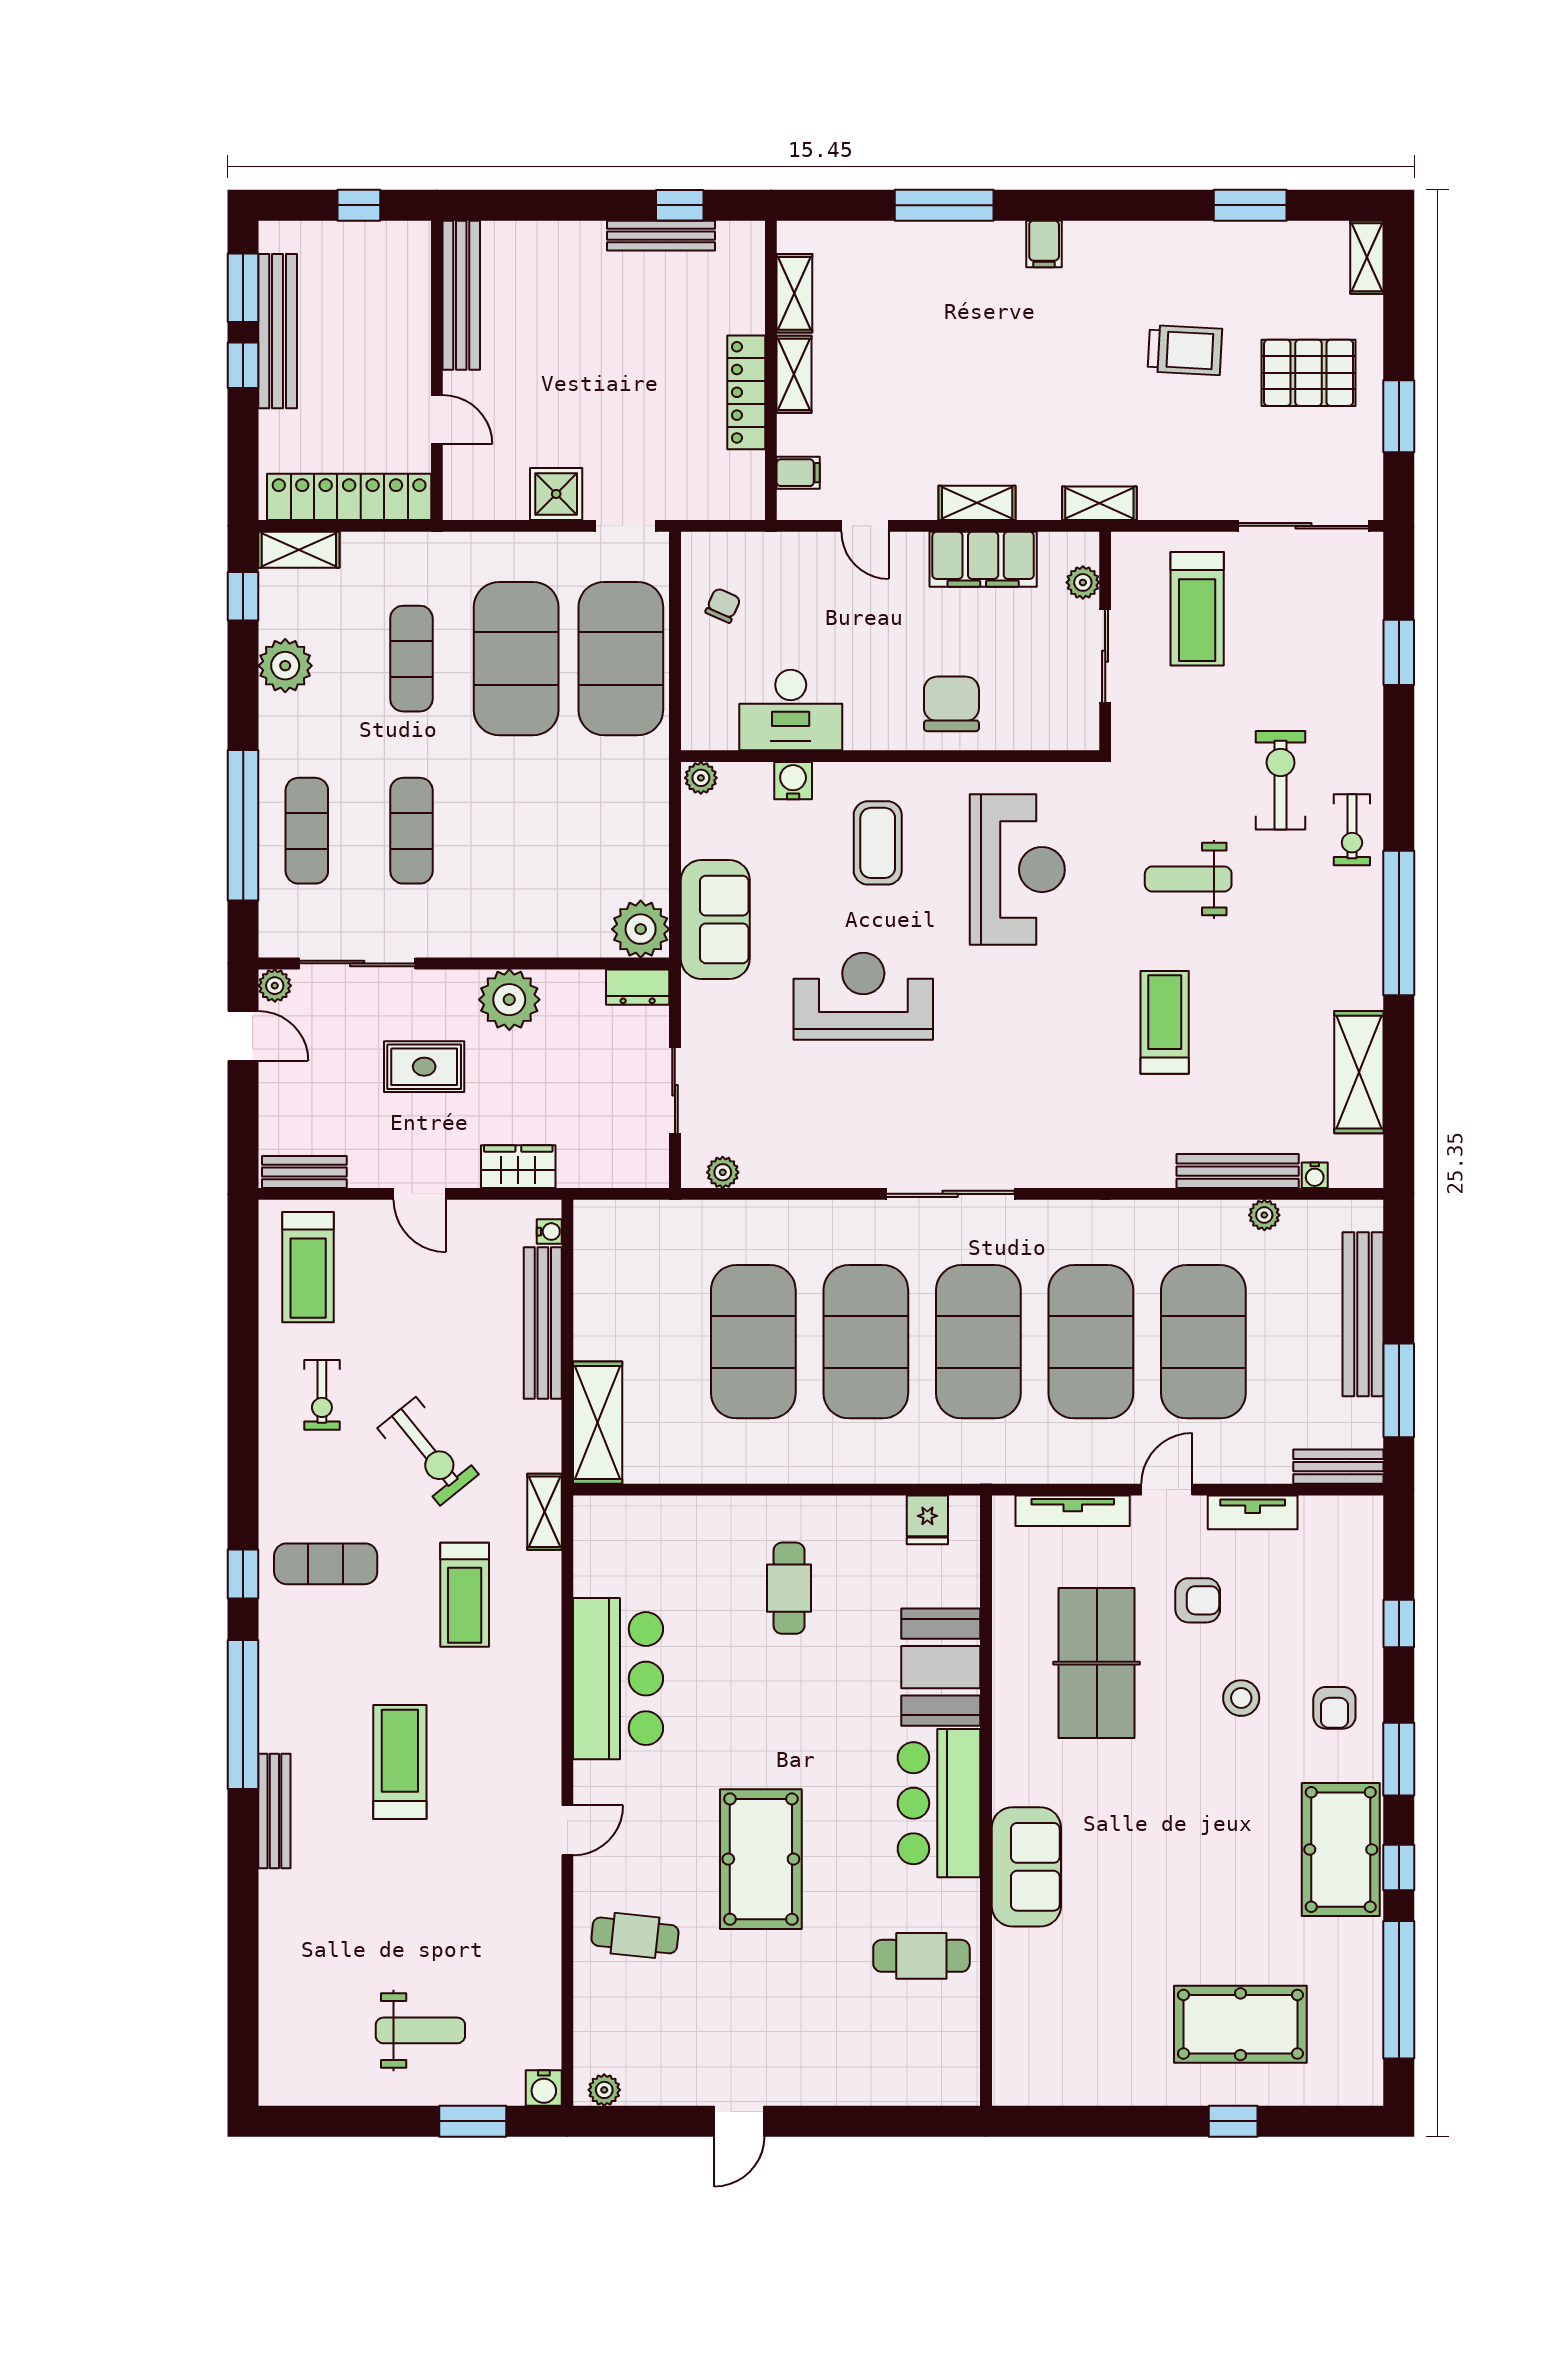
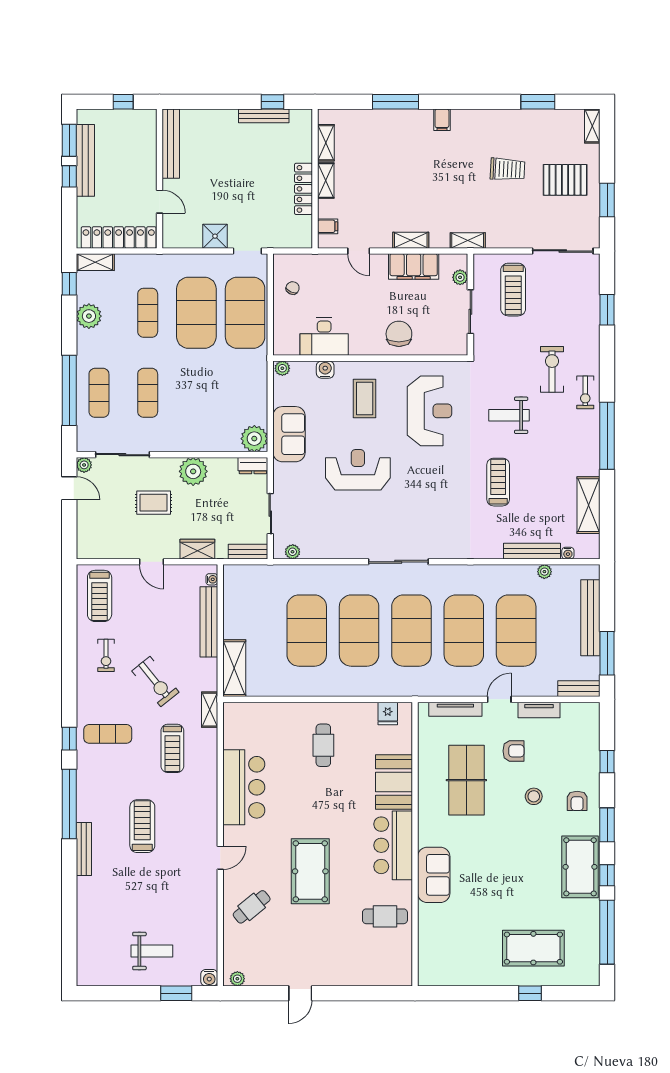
bench: (304, 1172) -> (248, 552), moved
cafe table: (635, 1935) -> (252, 907), turned -45

